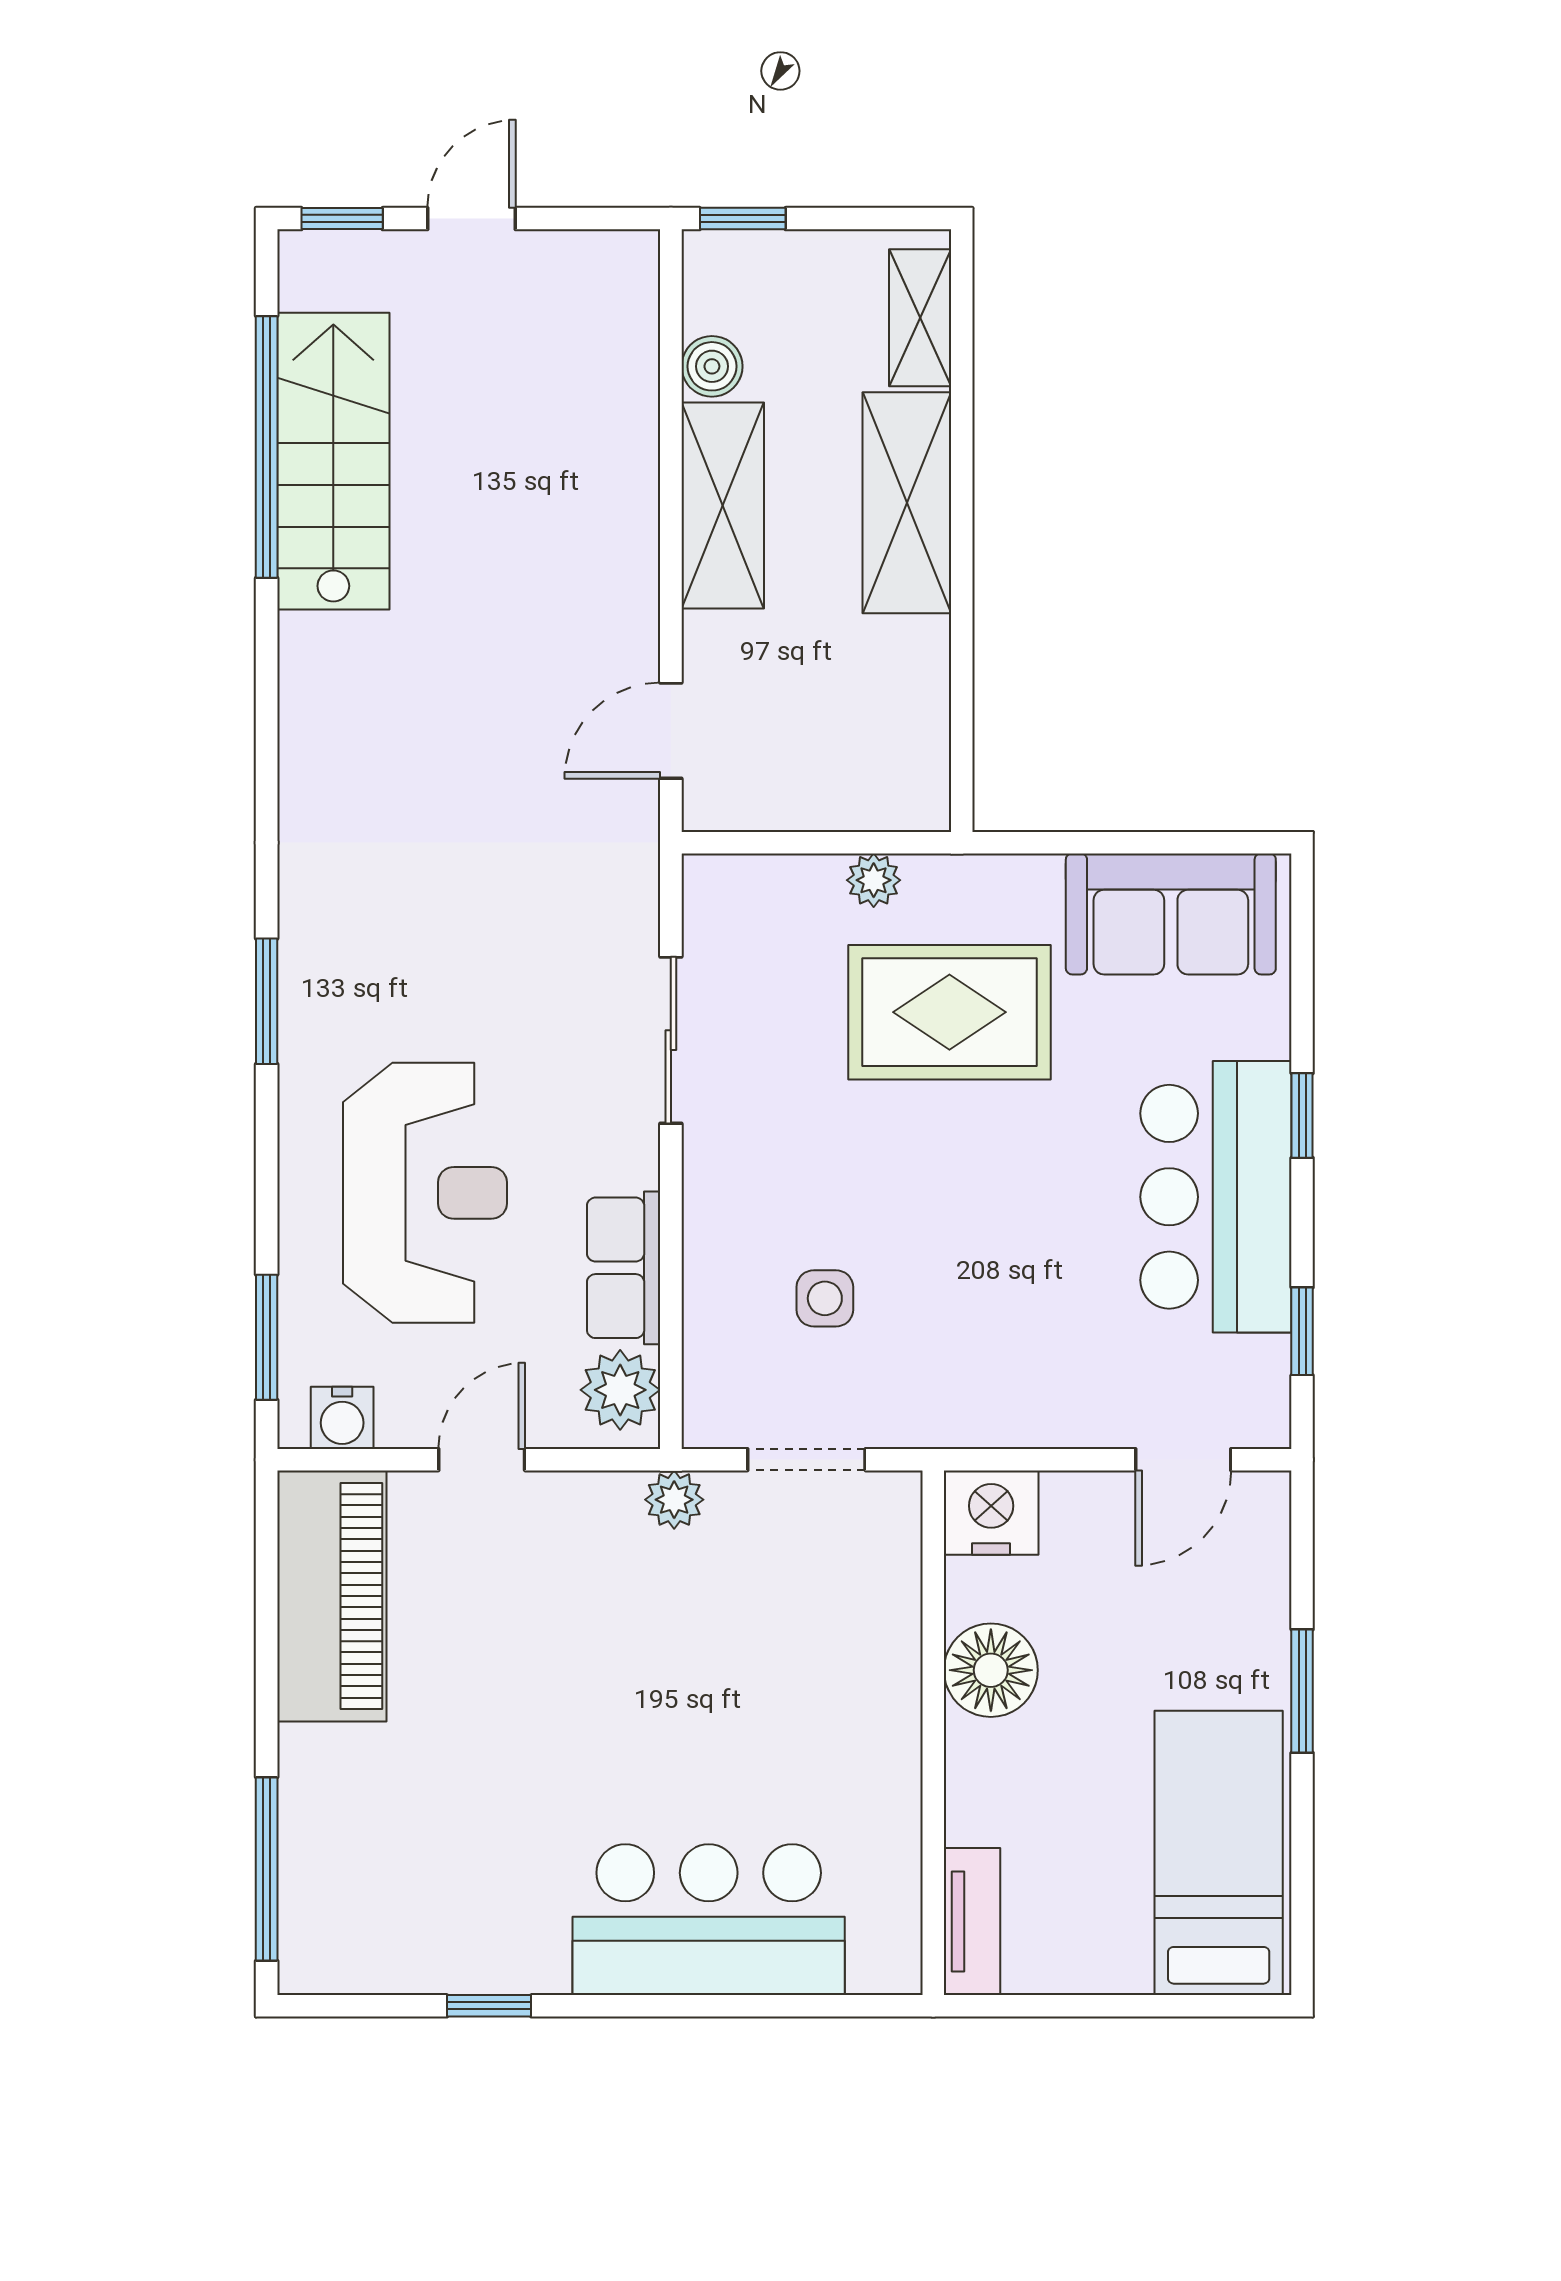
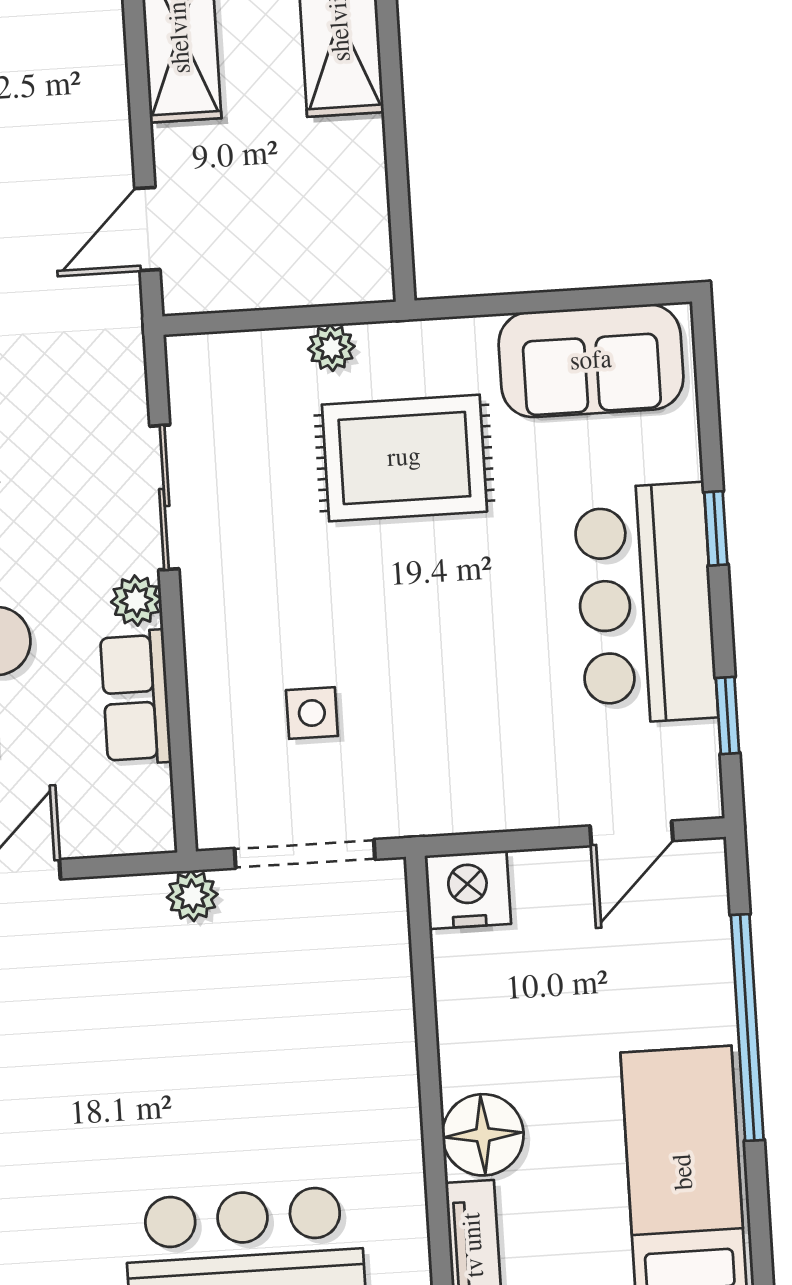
plant: (620, 1390) -> (136, 601), moved, width x0.73, depth x0.73
doorway: (806, 1460) -> (305, 854), width x1.38
floor lamp: (991, 1670) -> (483, 1135), moved
window: (1302, 1691) -> (747, 1028), width x2.11

